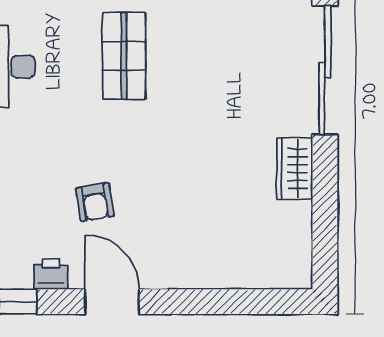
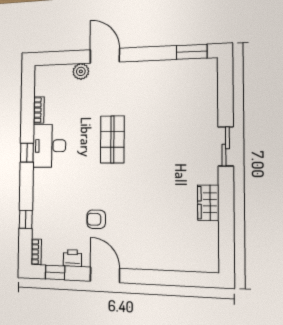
sliding door: (325, 70) -> (226, 146), width x0.54
armchair: (95, 202) -> (96, 219), turned 99

